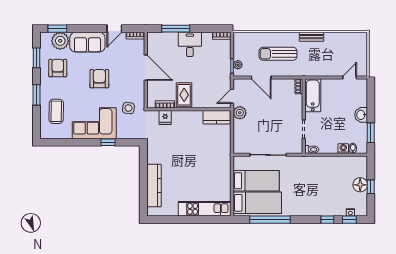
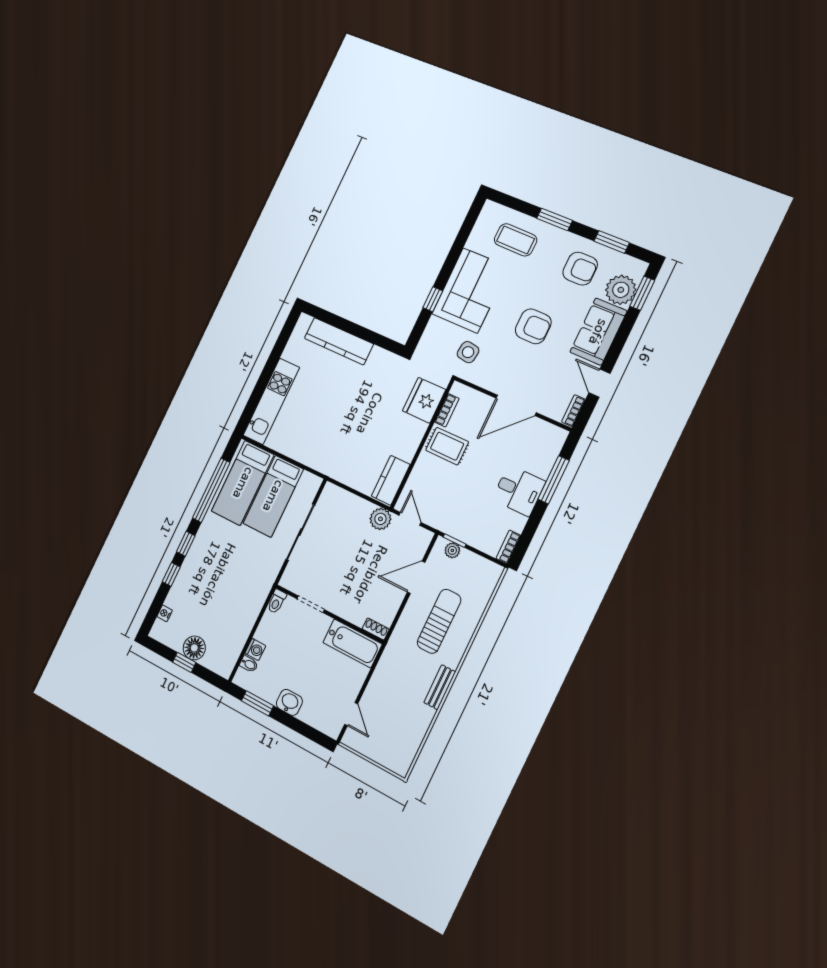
fridge: (165, 118) -> (424, 400), width x1.88, depth x1.34
window: (349, 220) -> (186, 544), moved

